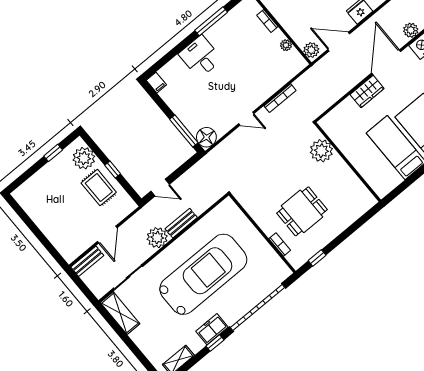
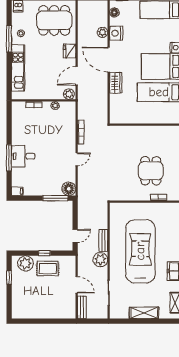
window: (211, 21) -> (9, 158), moved
plant: (321, 151) -> (127, 133), removed
shelving: (120, 313) -> (144, 313), moved

